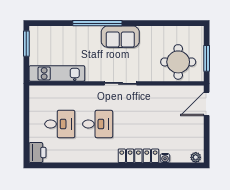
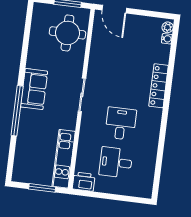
window: (26, 44) -> (42, 188), moved
desk: (60, 124) -> (116, 162), turned -90
printer: (37, 152) -> (84, 182), moved
water cooler: (165, 158) -> (167, 39), moved

